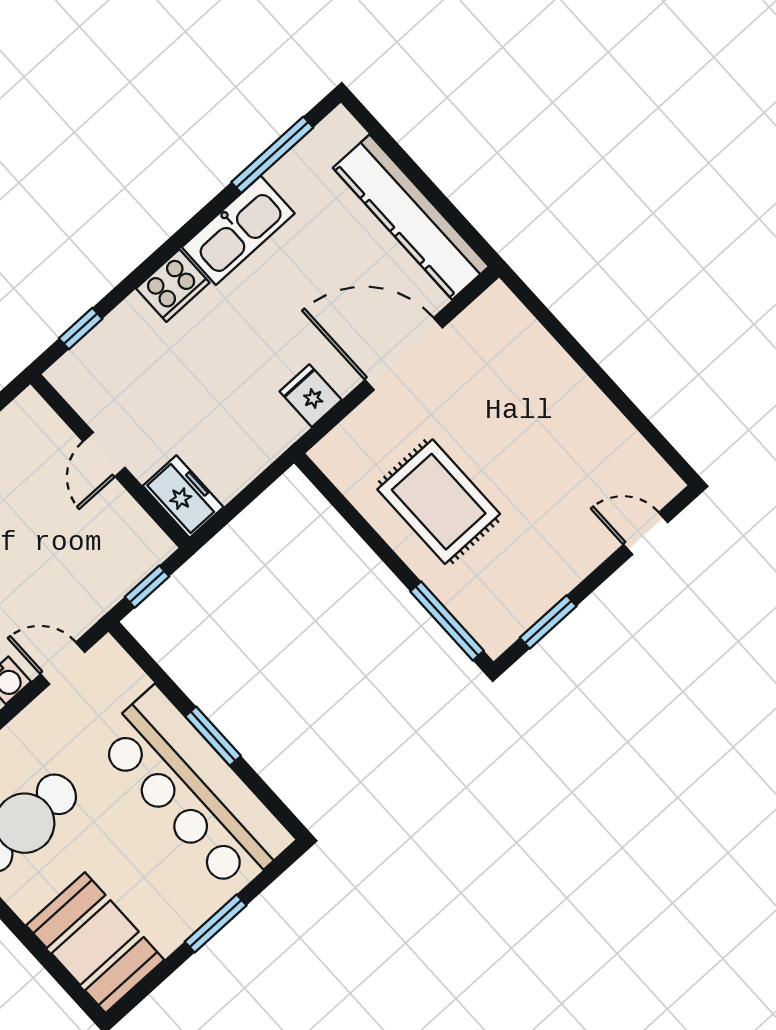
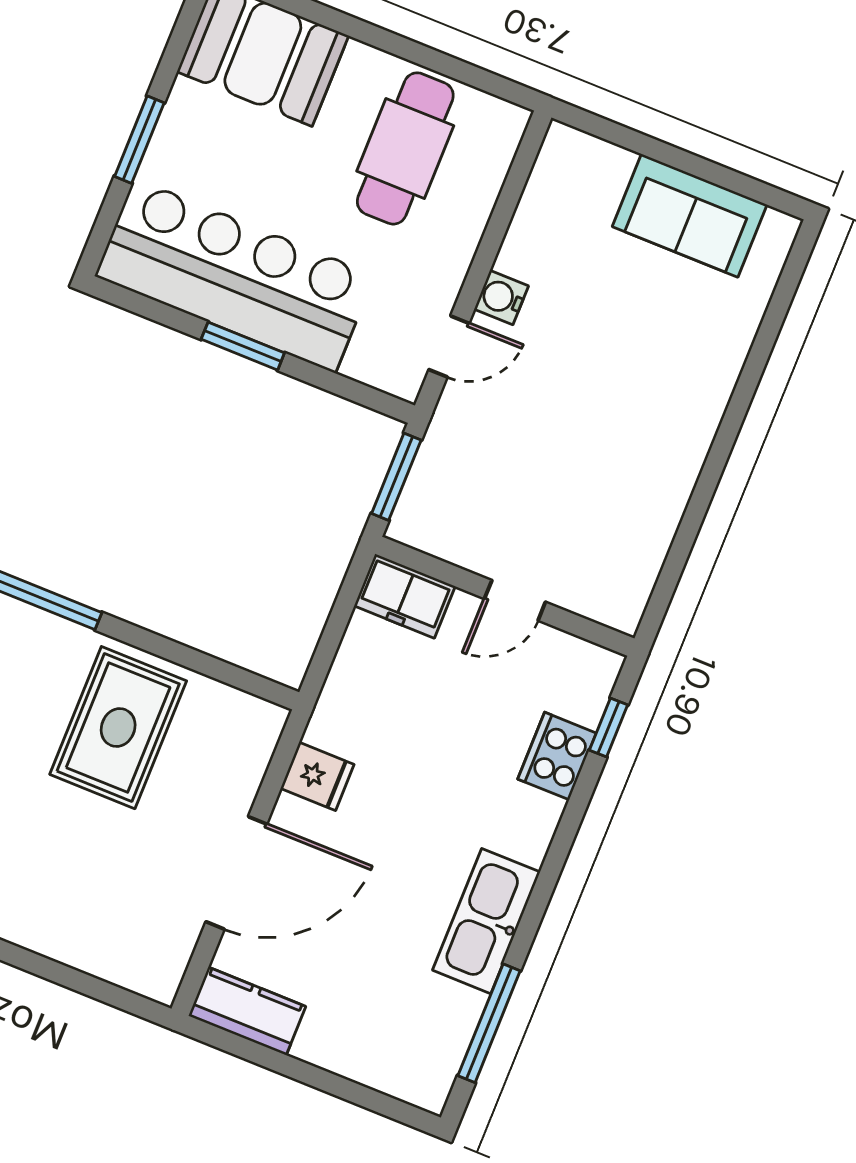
kitchen counter: (411, 217) -> (247, 1011), width x0.48, depth x0.86
cooker: (173, 286) -> (557, 756), moved
door: (104, 454) -> (515, 600), swing flipped
rug: (439, 502) -> (118, 728), turned 90
window: (147, 587) -> (396, 477), width x1.50

